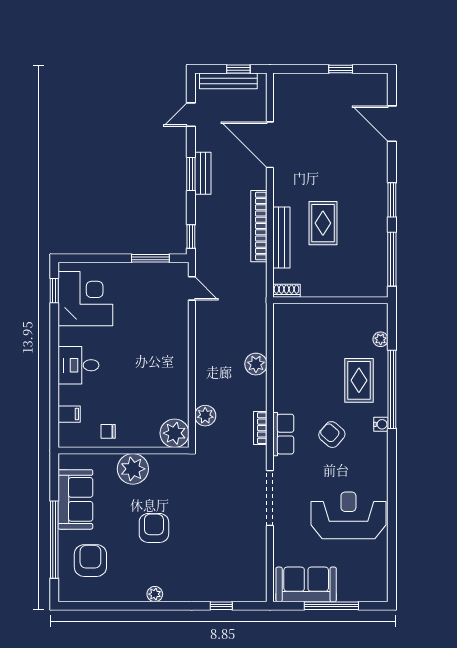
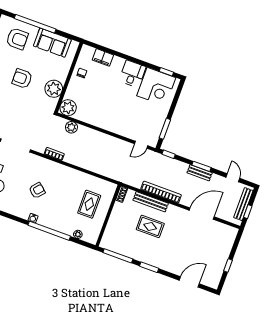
plant: (256, 364) -> (89, 164), removed
desk: (78, 365) -> (132, 74), moved
rug: (359, 380) -> (89, 204), moved, turned 90
filing cabinet: (69, 414) -> (103, 57), width x2.00
row of seats: (283, 434) -> (47, 165), removed
plant: (133, 469) -> (54, 89), moved
armchair: (154, 528) -> (22, 79), turned 180

